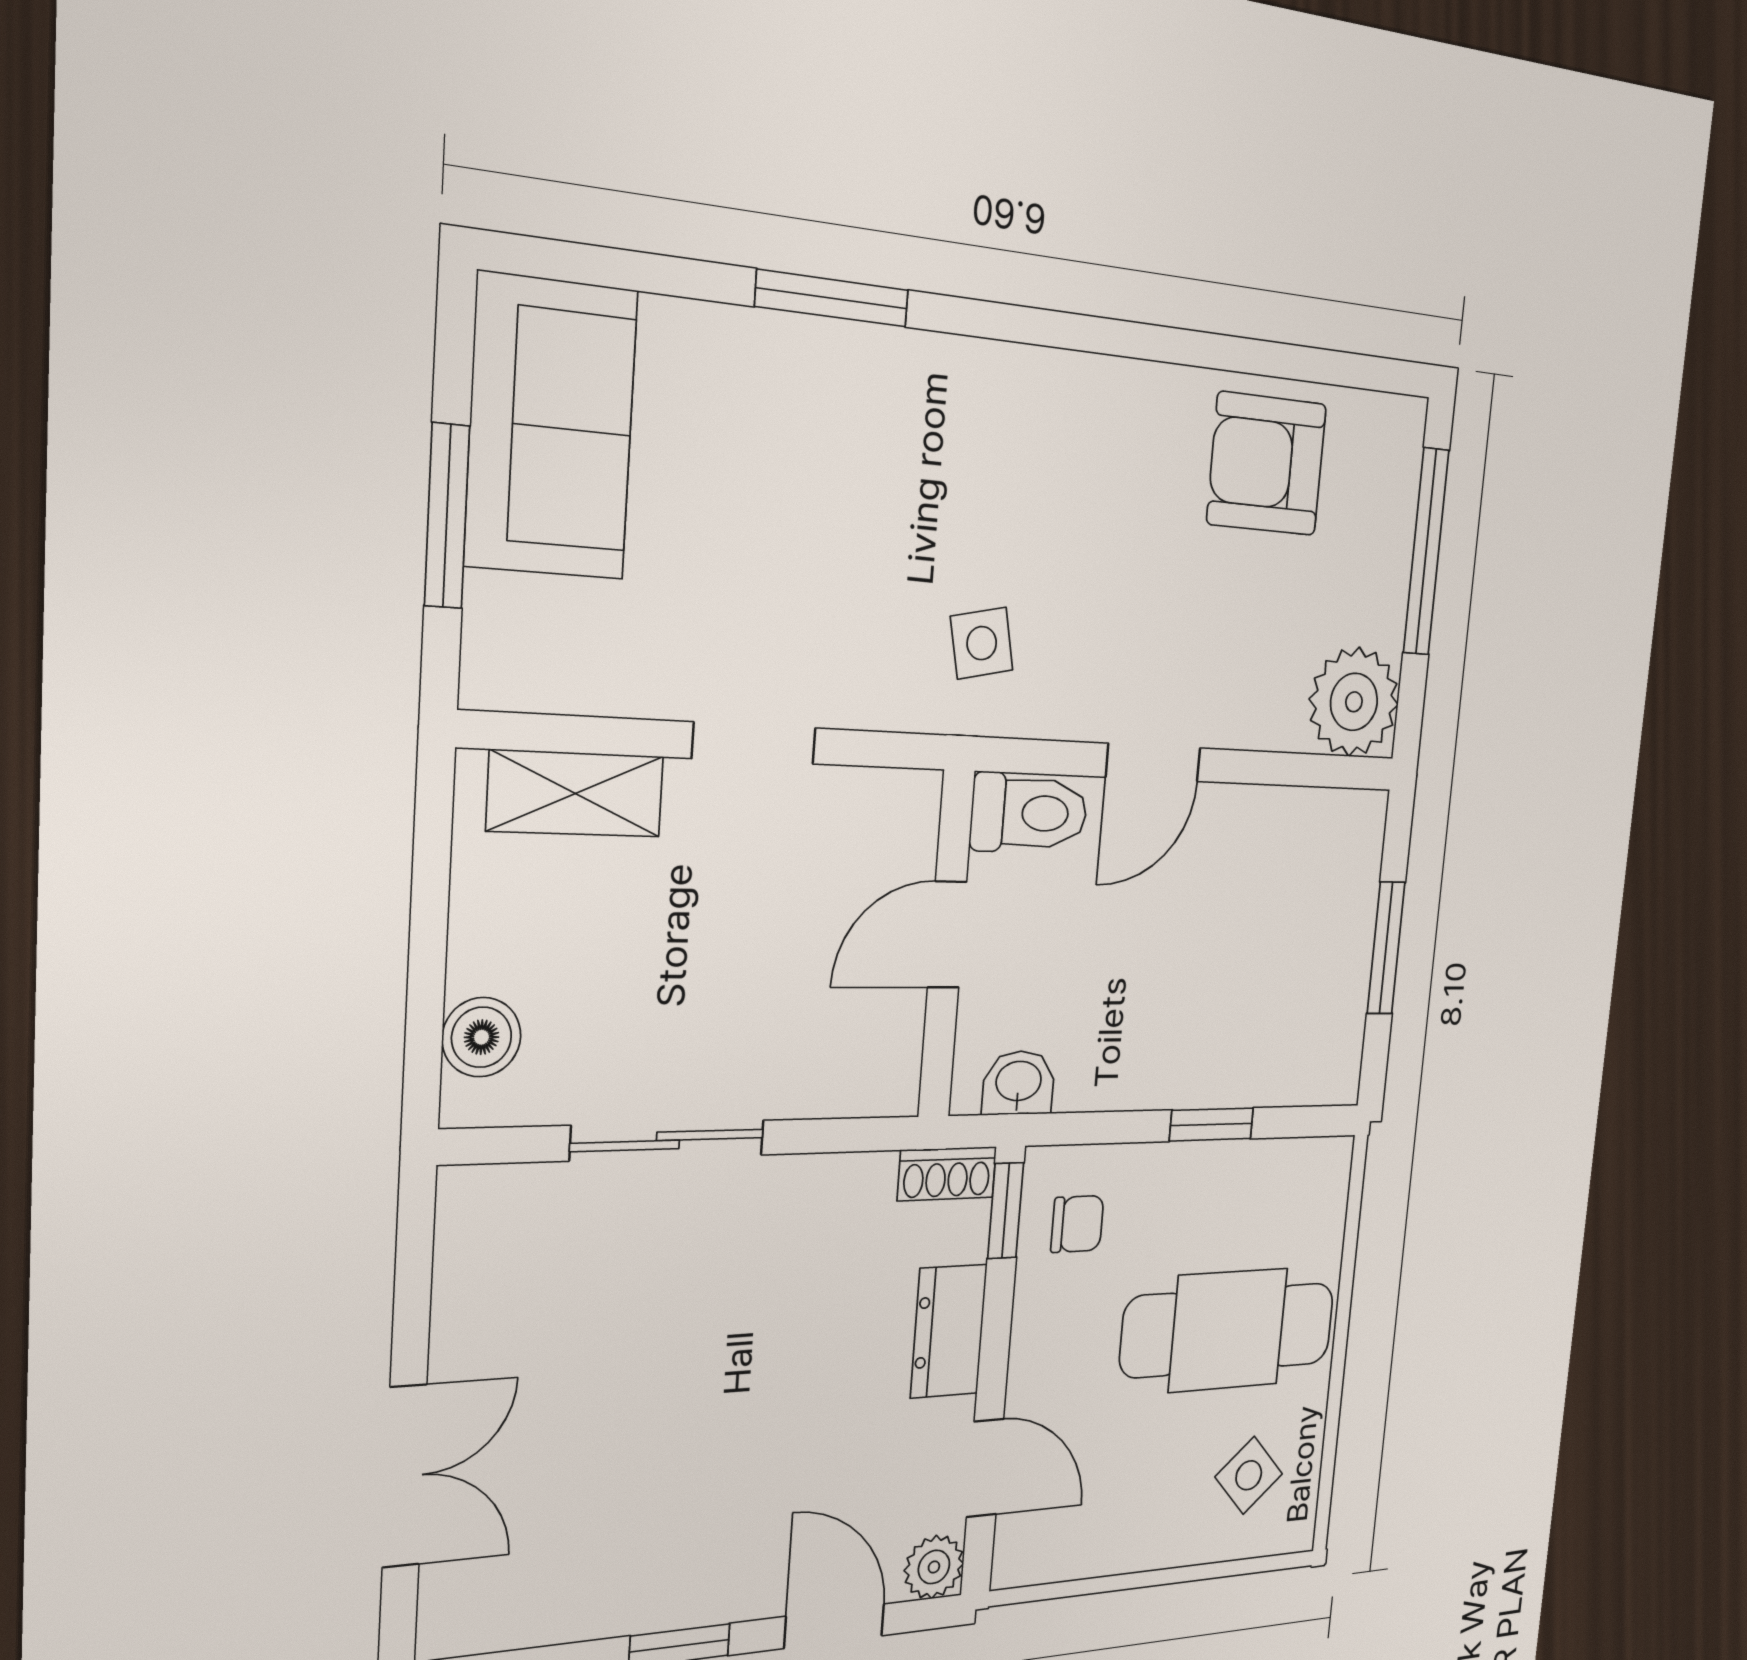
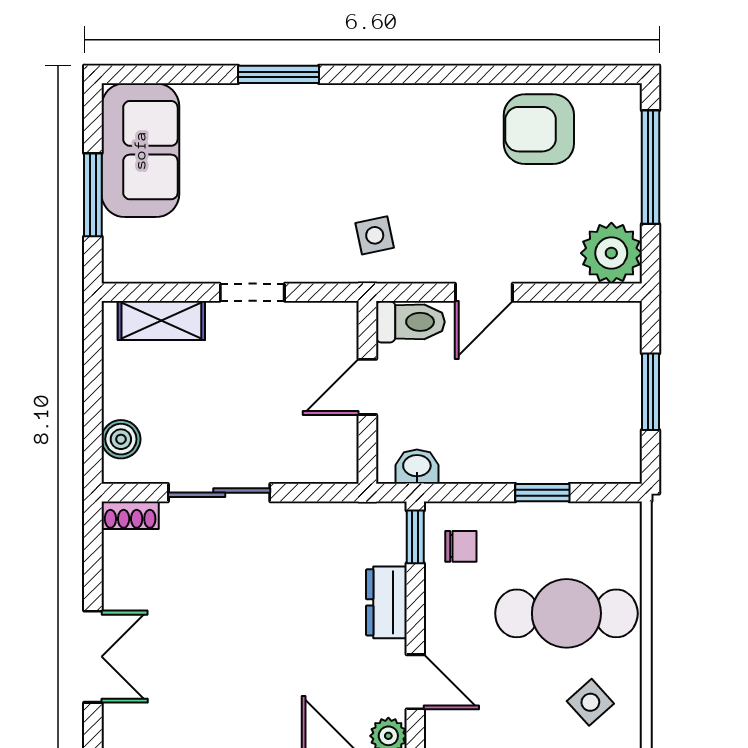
shoe rack: (947, 1174) -> (130, 515), moved

